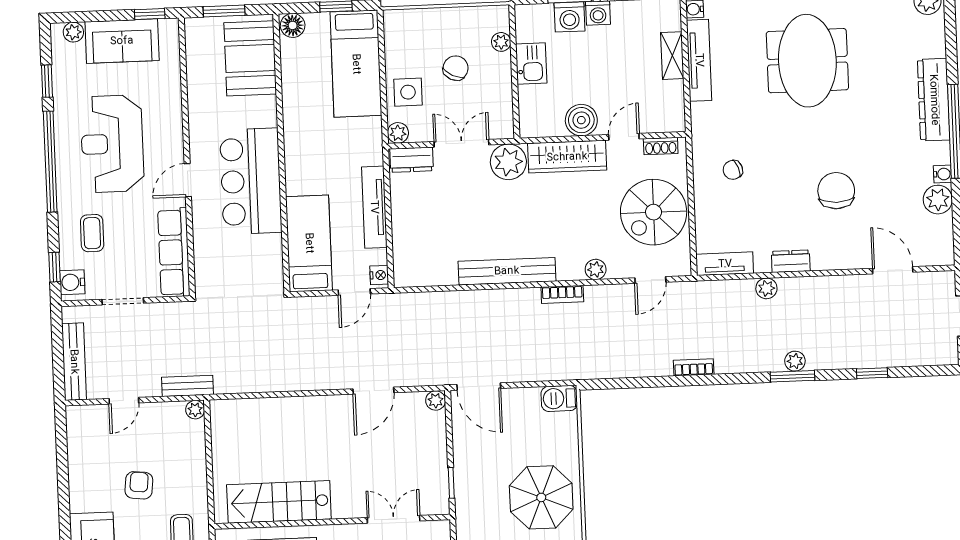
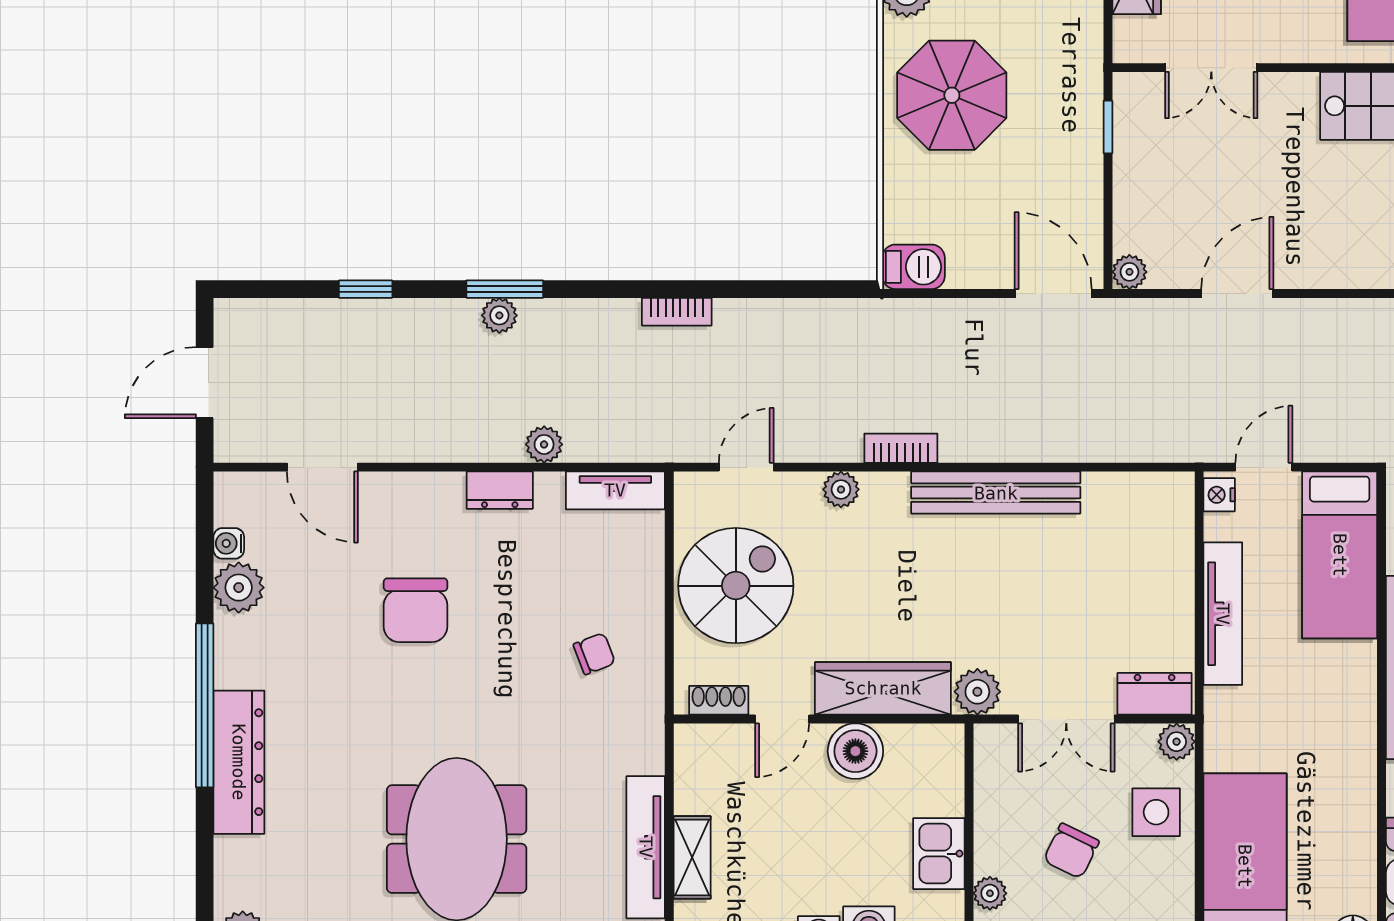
plant: (508, 162) -> (977, 692), width x0.73, depth x0.73
water cooler: (943, 174) -> (229, 543), moved

